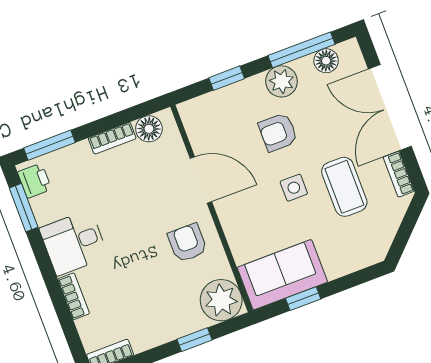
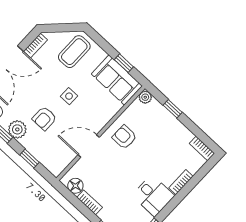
armchair: (278, 132) -> (44, 118), turned 90
door: (201, 180) -> (89, 146), hinge flipped
coffee table: (344, 187) -> (74, 52), moved
armchair: (187, 243) -> (124, 137), turned 90
plant: (221, 300) -> (145, 97), width x0.53, depth x0.53

